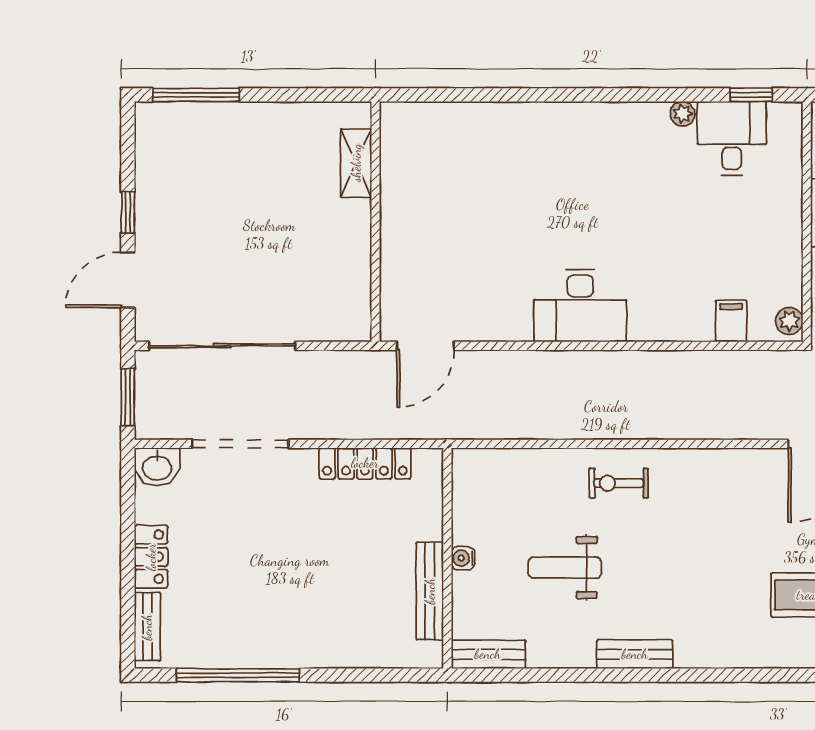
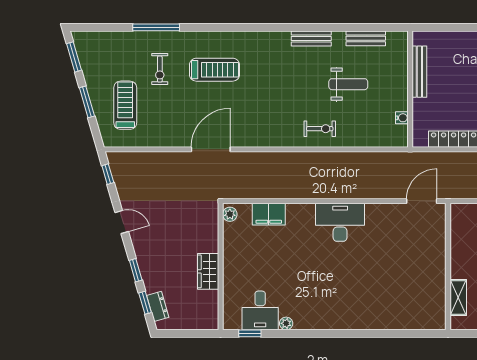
filing cabinet: (731, 321) -> (269, 214), width x2.00
water cooler: (463, 558) -> (402, 118), moved
bench: (488, 654) -> (366, 38), moved

